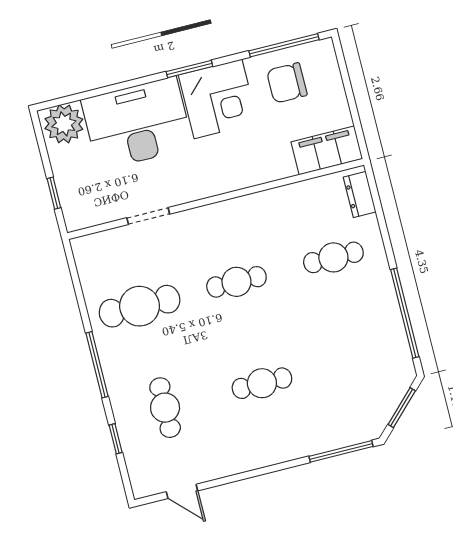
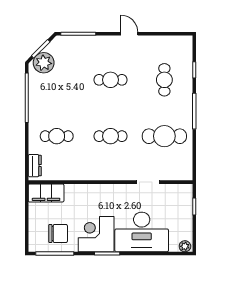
plant: (64, 124) -> (185, 246), width x0.53, depth x0.53
plant: (390, 384) -> (44, 63), added
door: (182, 491) -> (129, 34), moved

